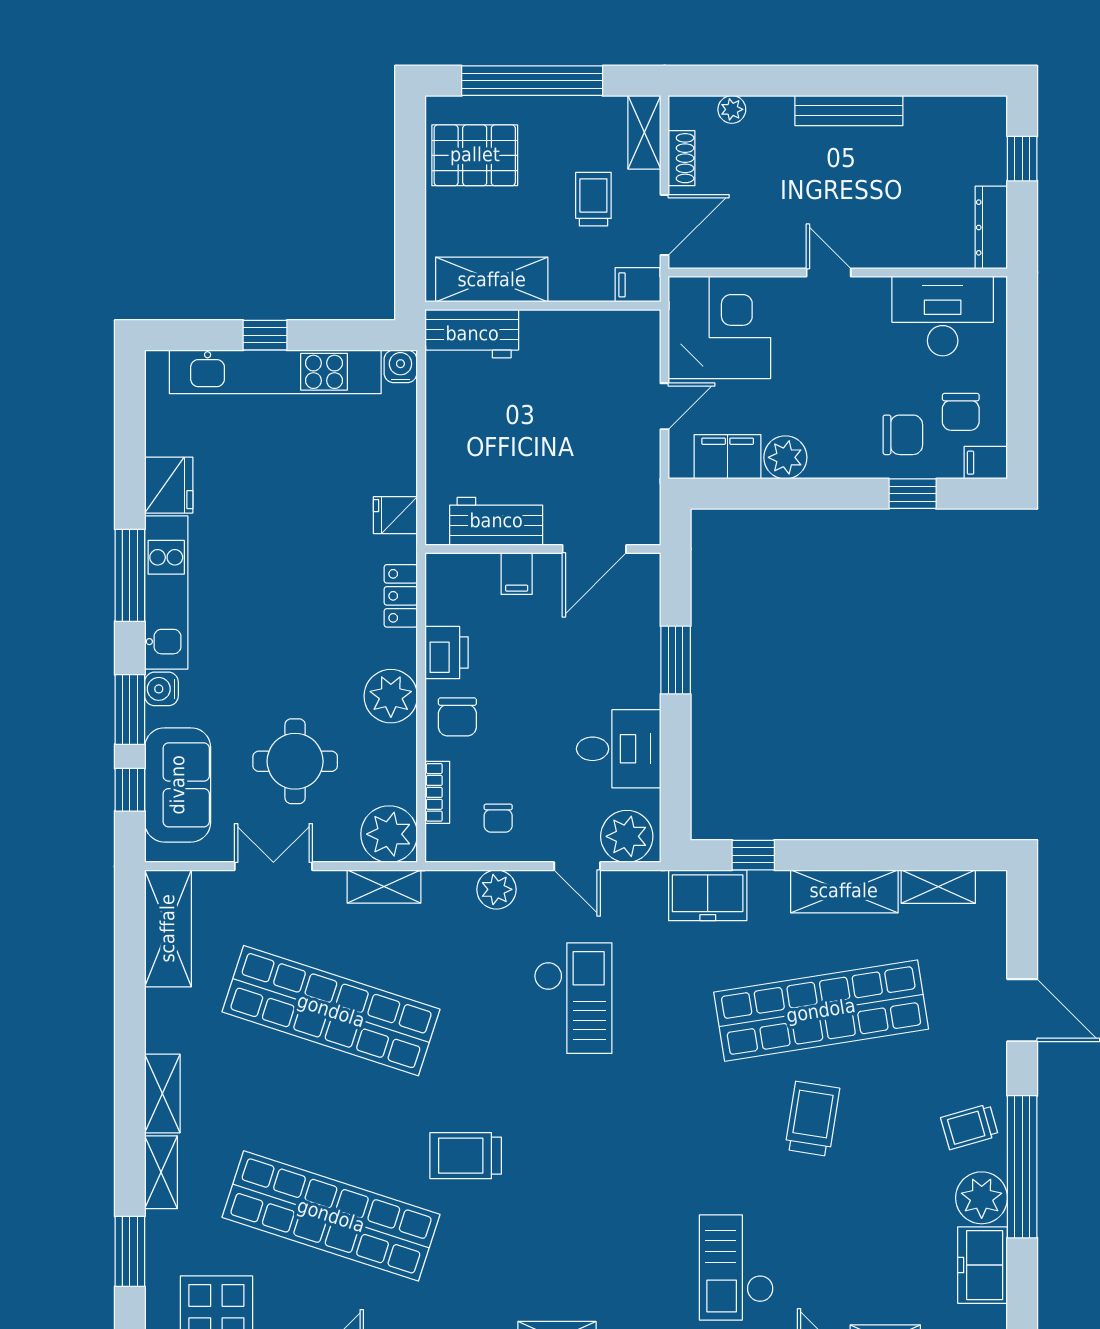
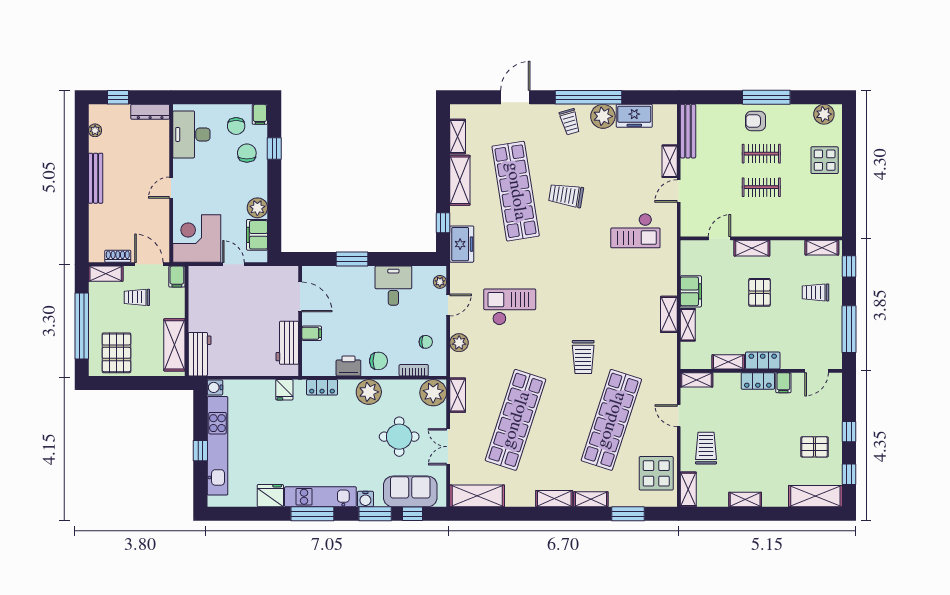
plant: (732, 109) -> (95, 130), moved
chair: (961, 412) -> (236, 126), turned 90
plant: (627, 836) -> (440, 282), width x0.53, depth x0.53

